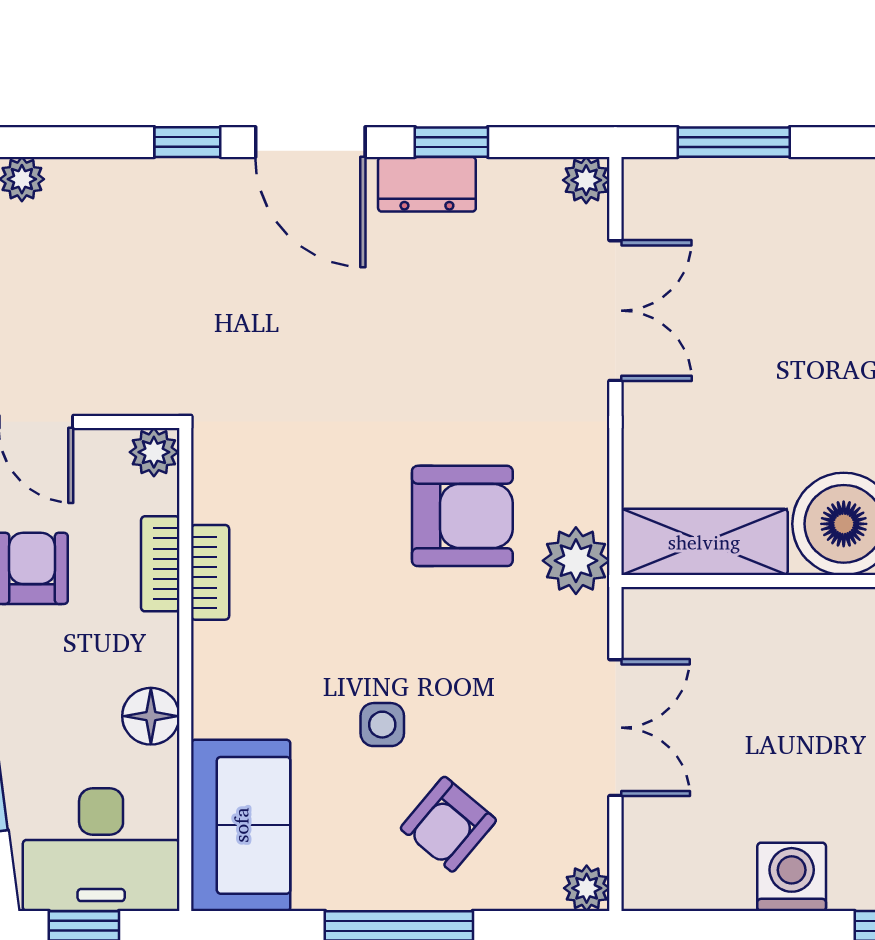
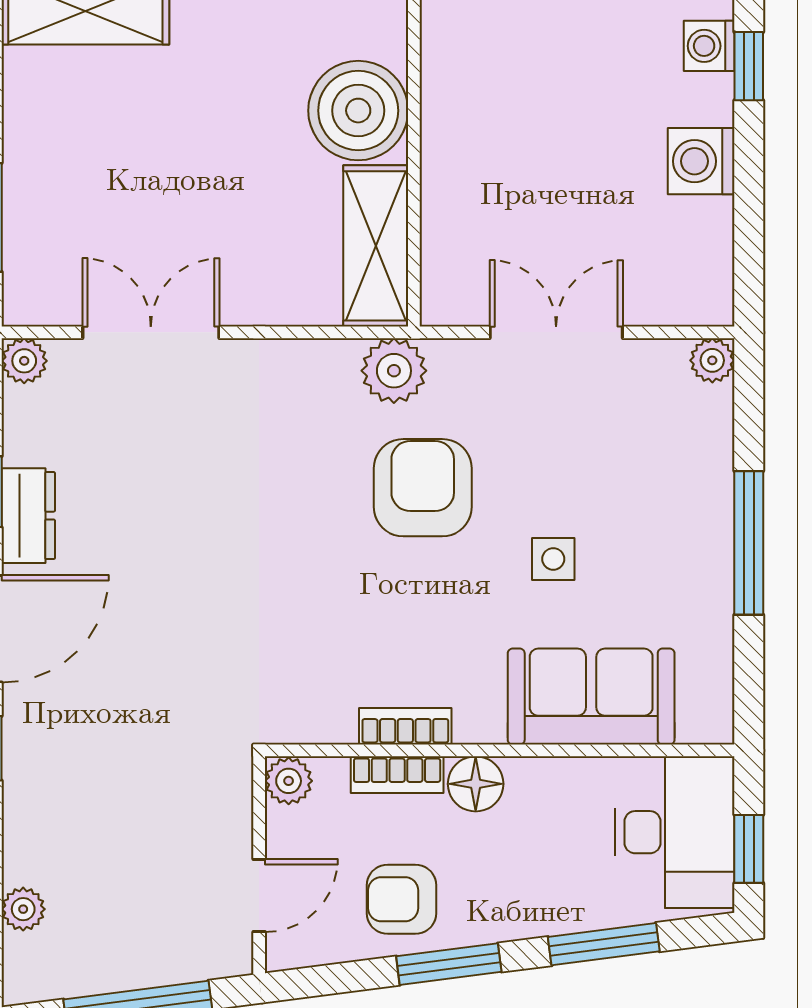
armchair: (462, 516) -> (423, 488), moved
floor lamp: (151, 716) -> (476, 784), moved
armchair: (448, 824) -> (650, 495), removed
sofa: (241, 825) -> (591, 697), moved

